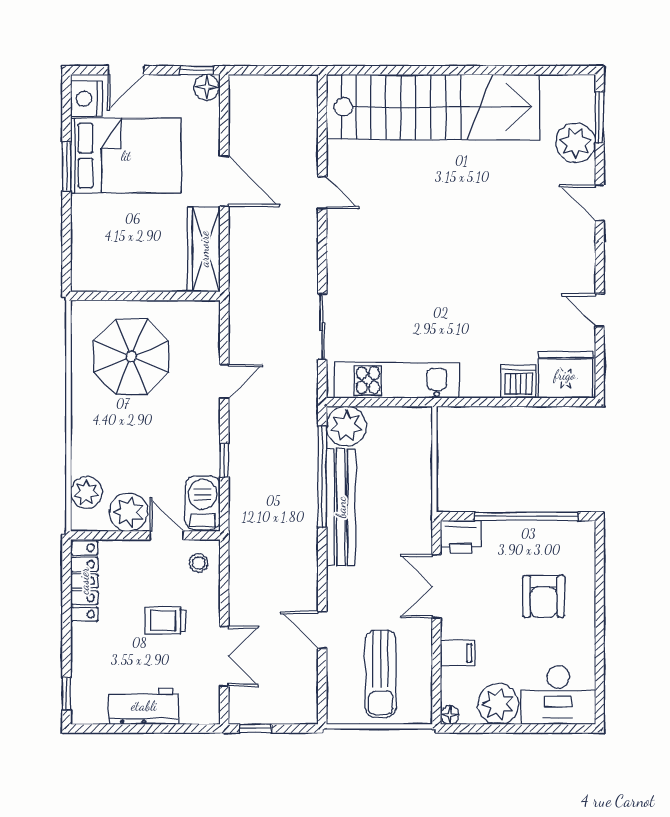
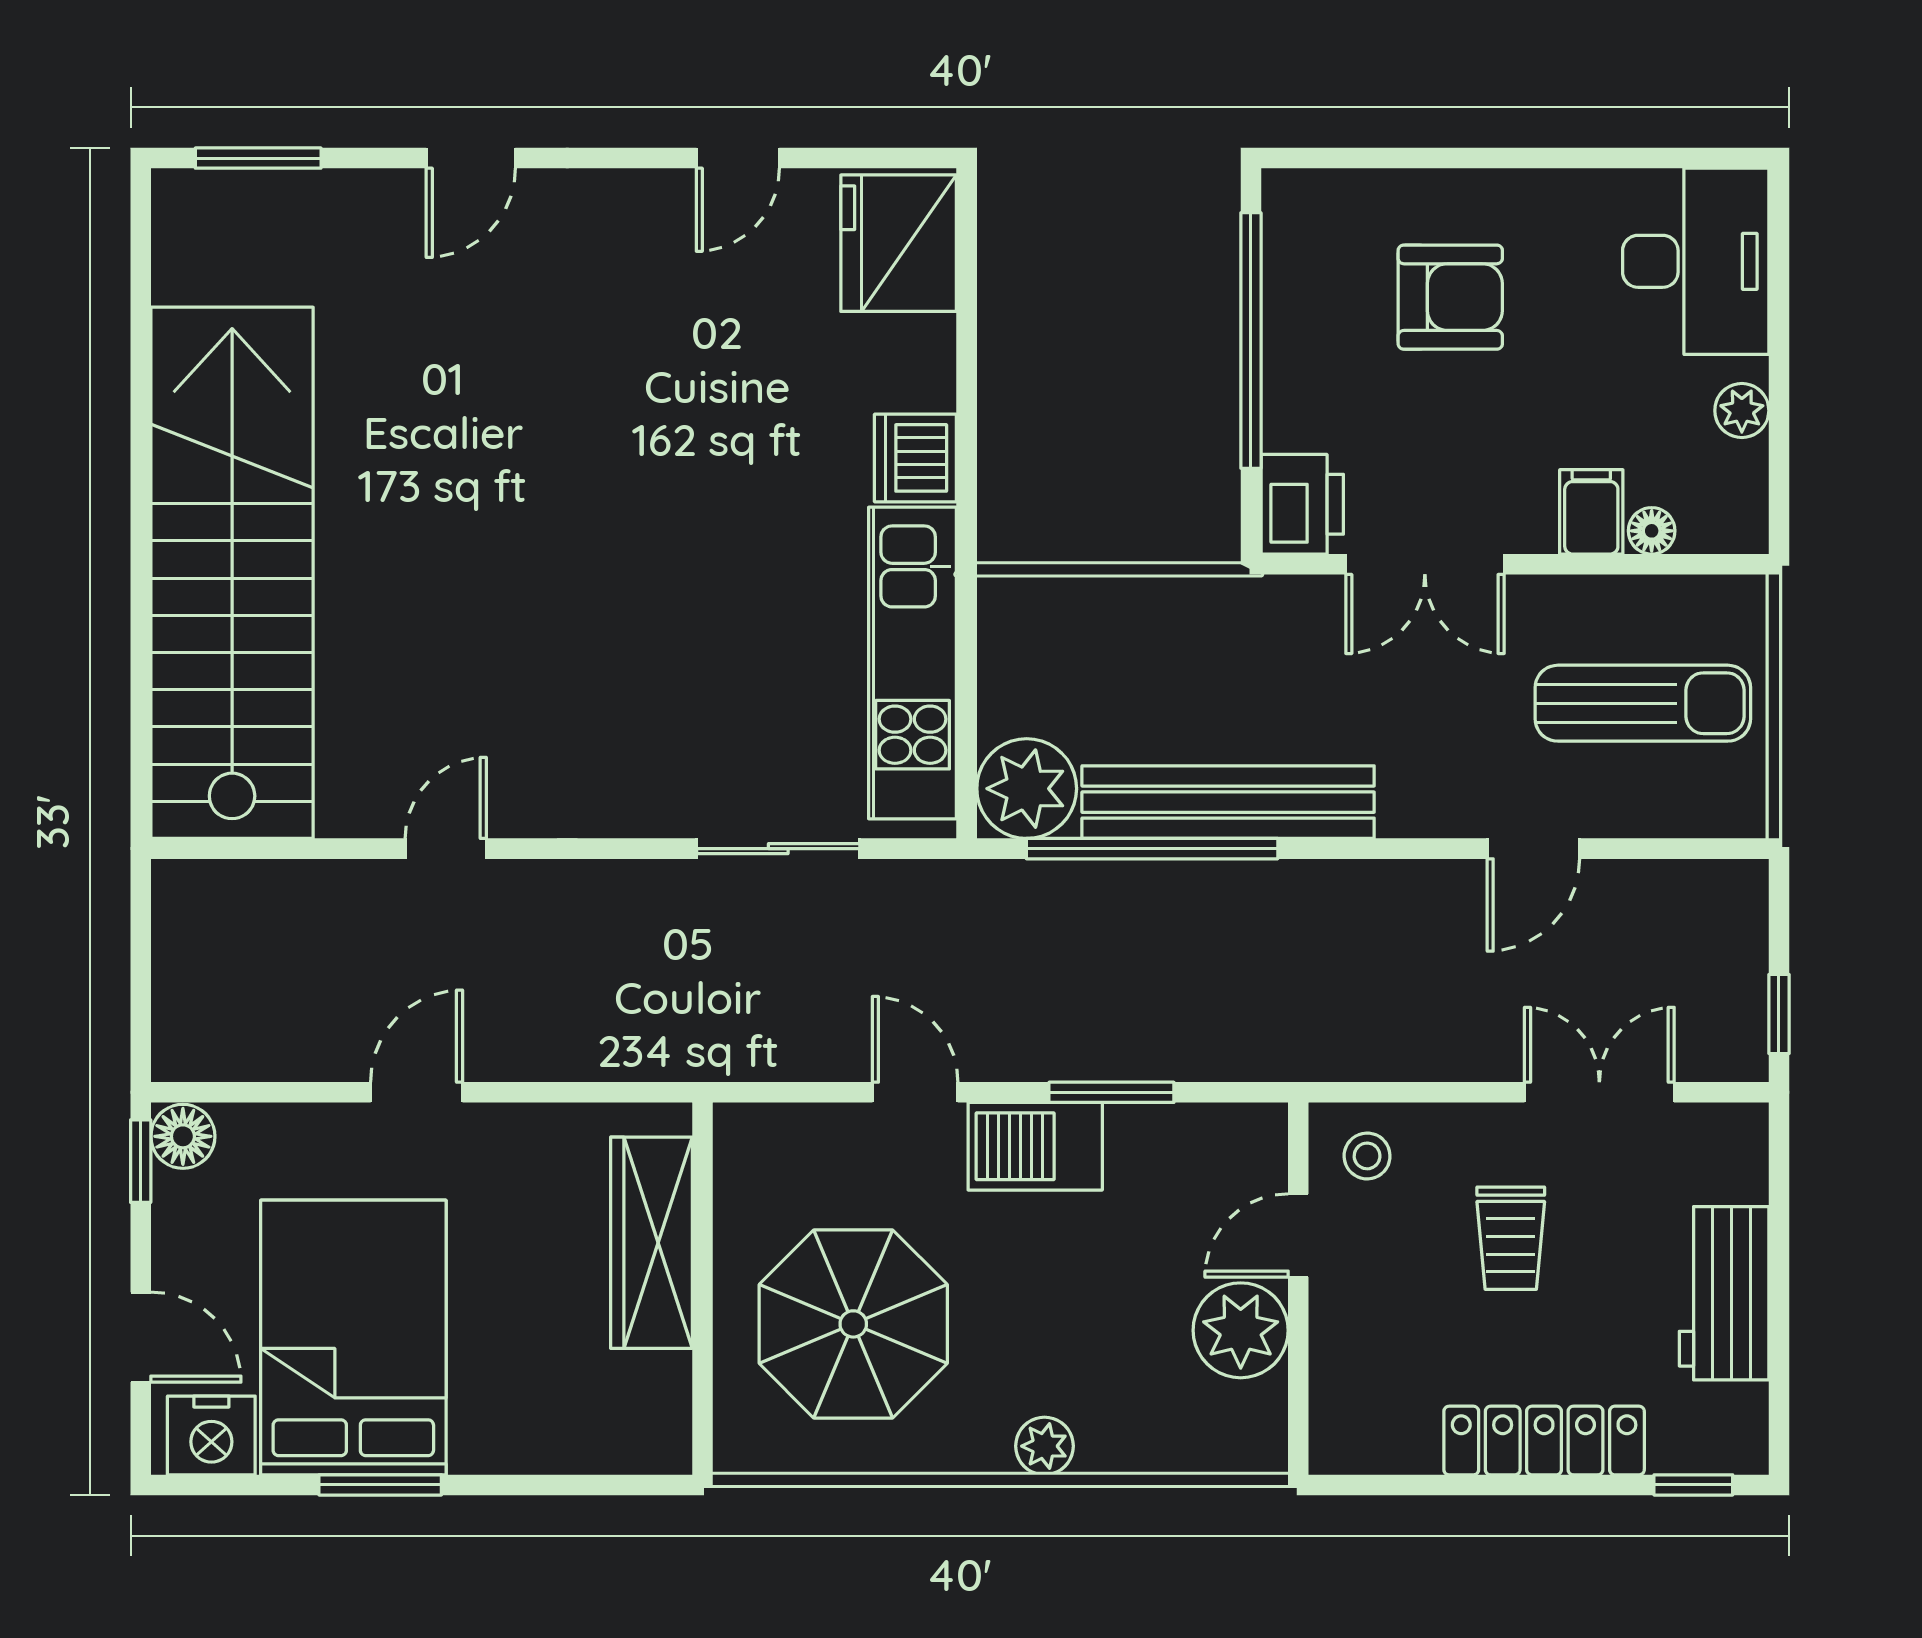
plant: (576, 143) -> (321, 218), removed
door: (224, 181) -> (417, 1092), width x0.73
wardrobe: (204, 249) -> (652, 1243), moved, turned 90
dishwasher: (518, 382) -> (915, 458), moved
window: (224, 460) -> (1111, 1092), width x1.50
plant: (86, 492) -> (1044, 1446), moved, width x0.73, depth x0.73
barbecue: (203, 503) -> (1035, 1146), moved
locker: (84, 581) -> (1544, 1441), moved
plant: (498, 704) -> (1742, 411), width x0.53, depth x0.53
floor lamp: (450, 715) -> (1652, 531), moved

